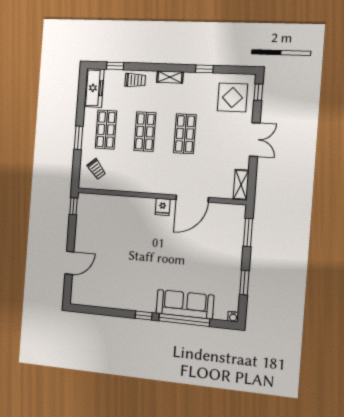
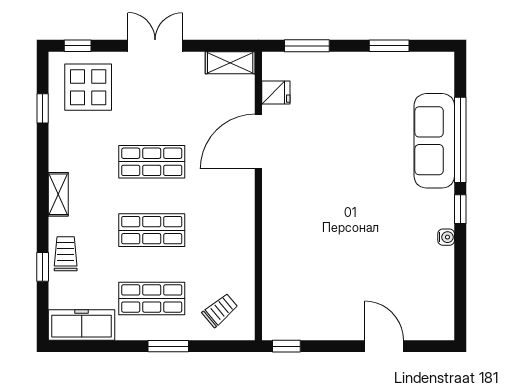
window: (115, 66) -> (43, 267), moved
window: (204, 69) -> (43, 108), moved
door: (192, 199) -> (258, 142), swing flipped
fridge: (163, 207) -> (276, 93), moved
water cooler: (233, 317) -> (446, 237), moved

